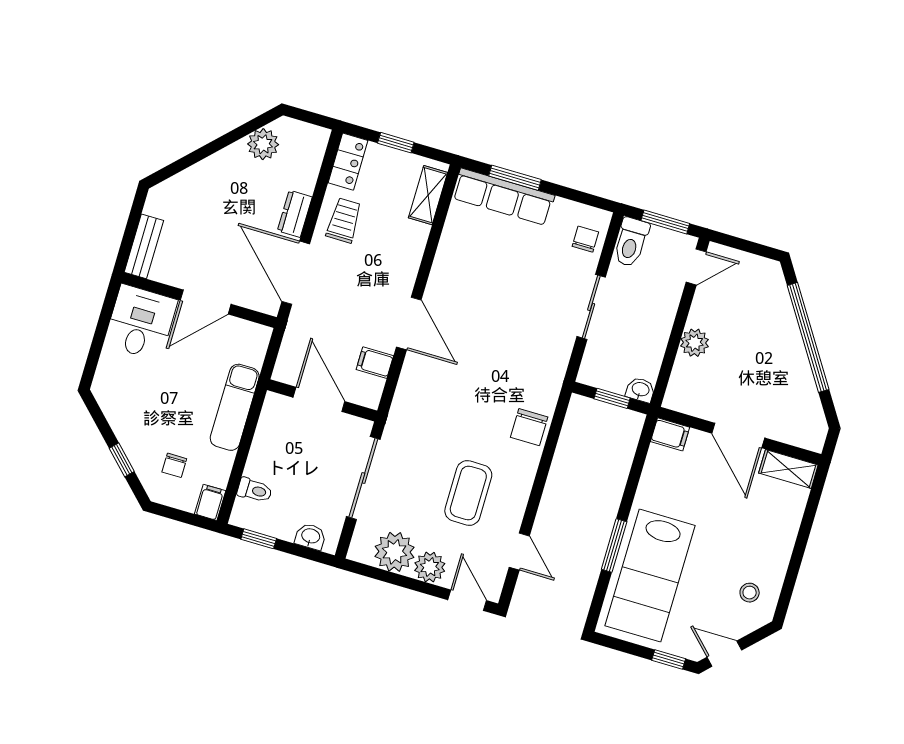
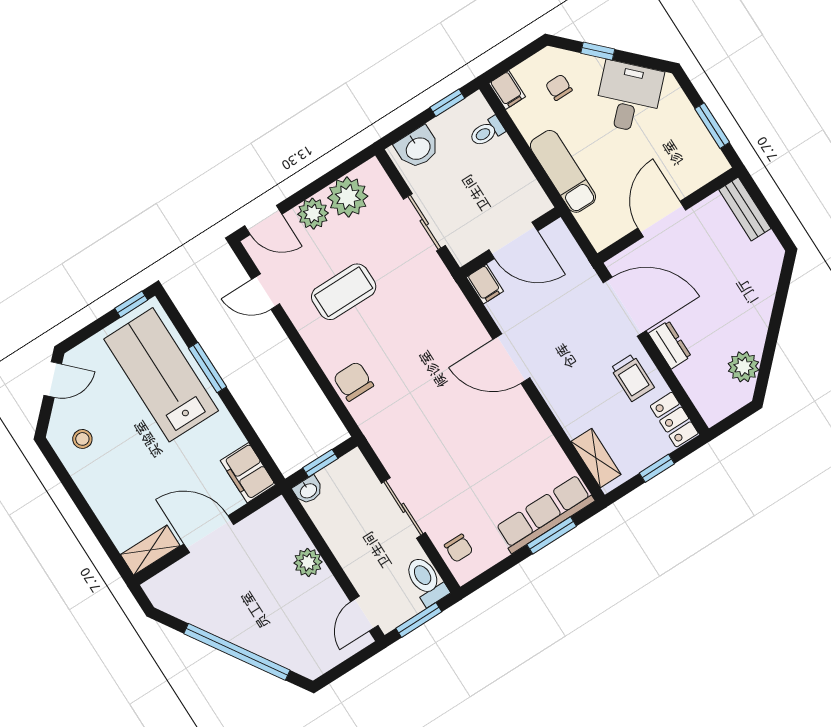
desk: (141, 322) -> (629, 97), moved, turned -135
window: (103, 325) -> (712, 126), added
filing cabinet: (375, 363) -> (485, 284), moved, turned 90
filing cabinet: (670, 434) -> (248, 473), width x2.00
sliding door: (363, 478) -> (424, 222), width x0.73
coffee table: (468, 493) -> (344, 292), turned 90
washbasin: (311, 537) -> (418, 148), width x1.38, depth x1.45
window: (669, 659) -> (131, 304), moved

